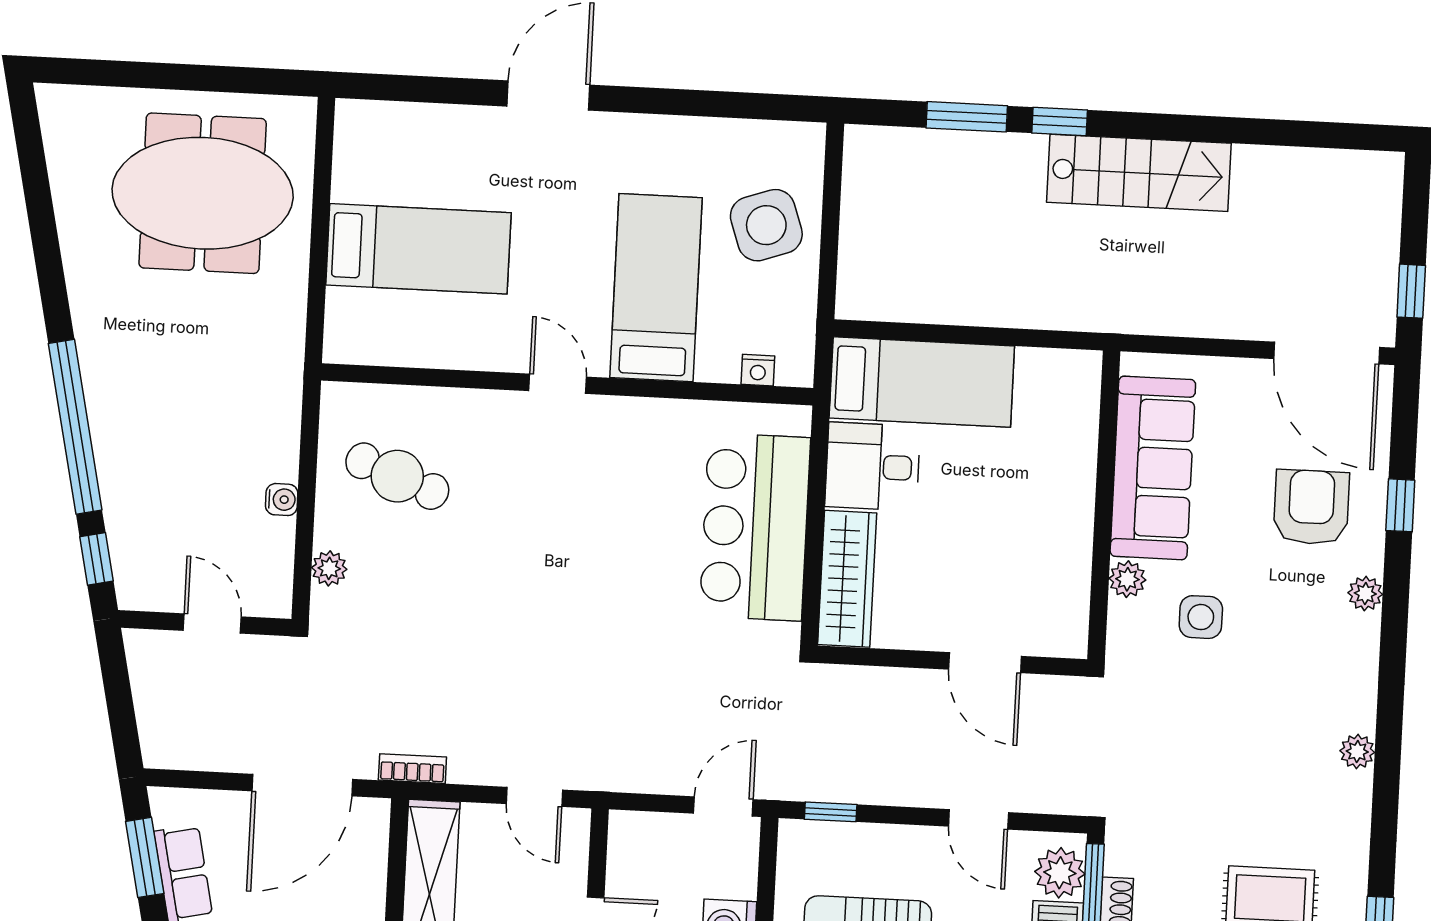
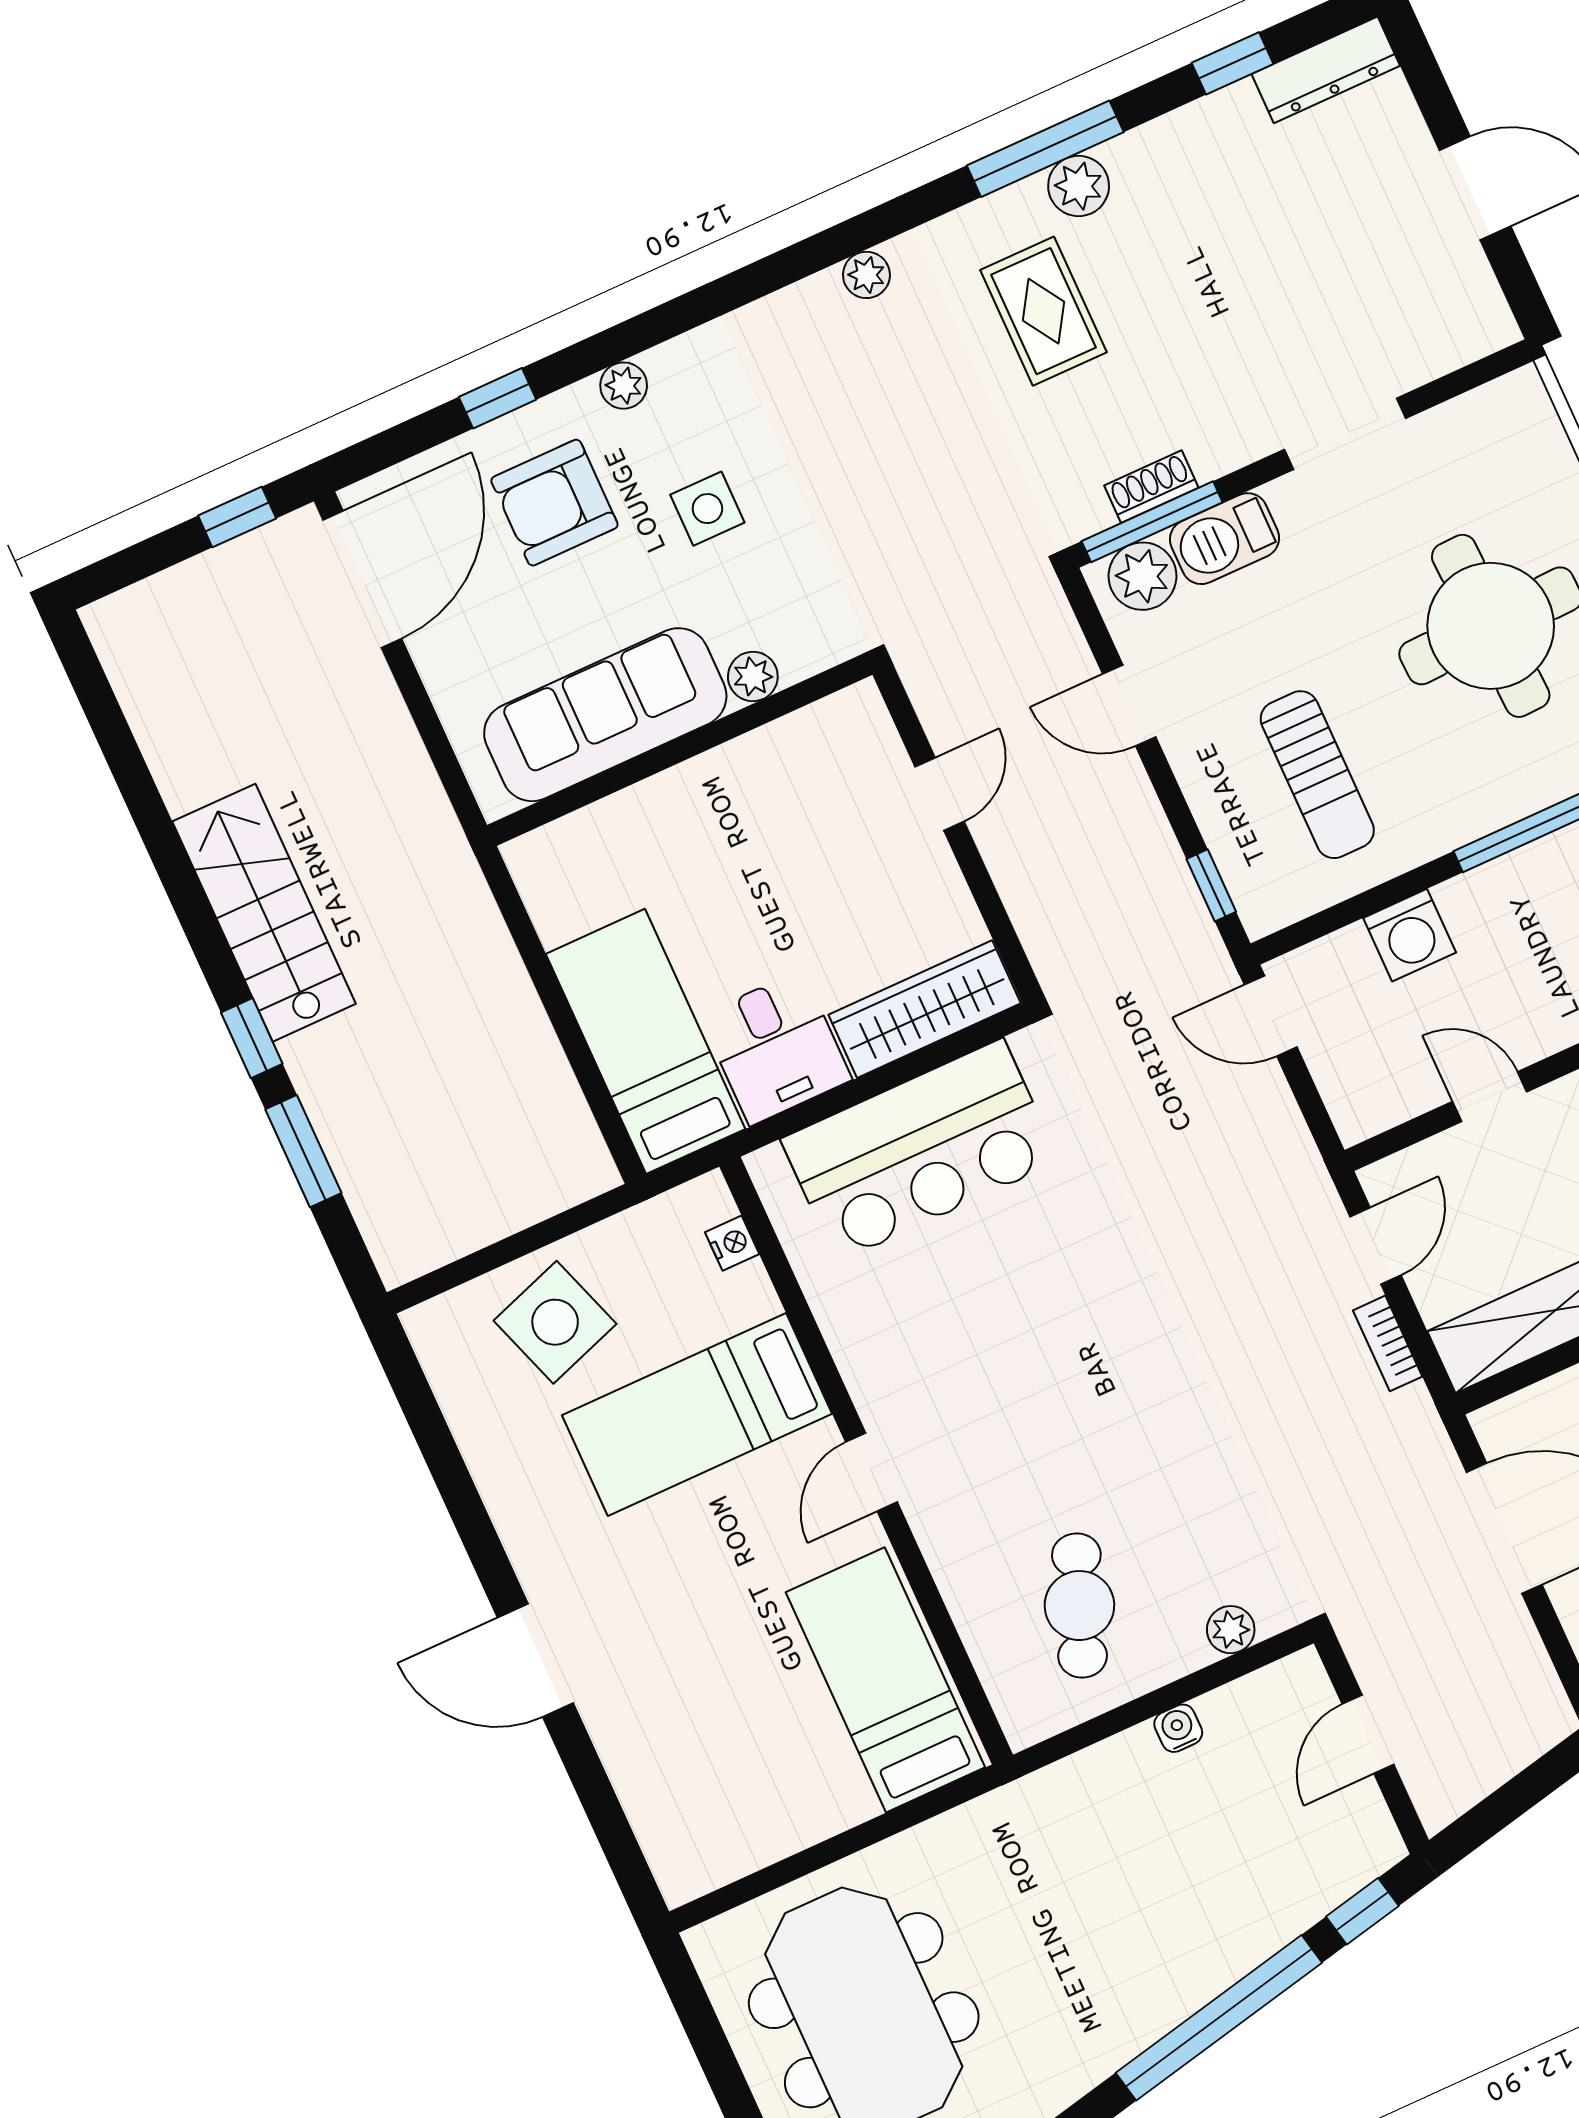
bed: (418, 249) -> (885, 1680), moved
side table: (1201, 617) -> (707, 509), moved
door: (985, 663) -> (940, 794), width x0.73
plant: (1357, 752) -> (866, 275), moved
bookcase: (412, 769) -> (1388, 1343), moved
door: (978, 819) -> (1129, 706), swing flipped

